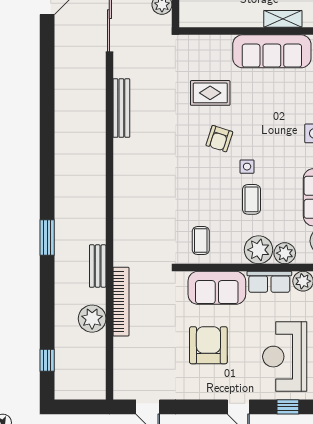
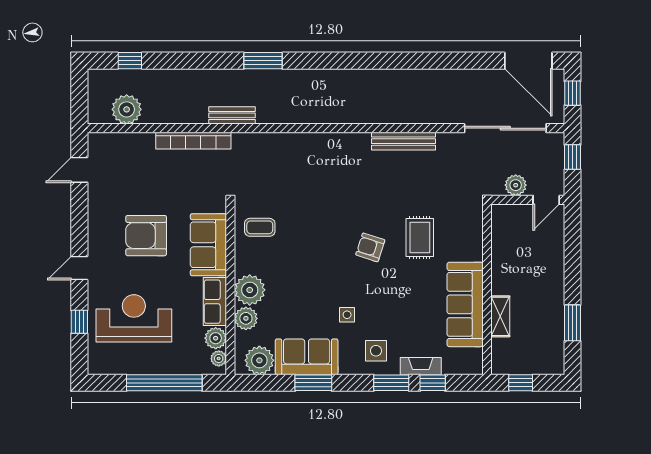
side table: (247, 167) -> (347, 315), moved
coffee table: (251, 199) -> (304, 282), removed
plant: (92, 319) -> (127, 109), moved
armchair: (208, 345) -> (146, 236), turned 180

